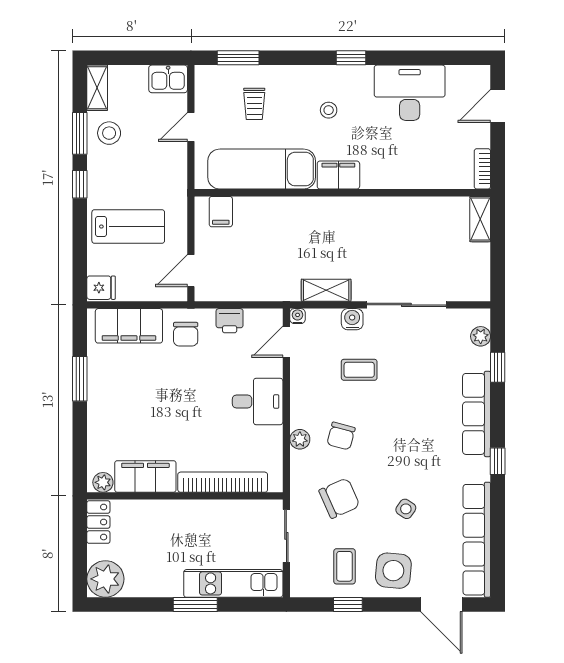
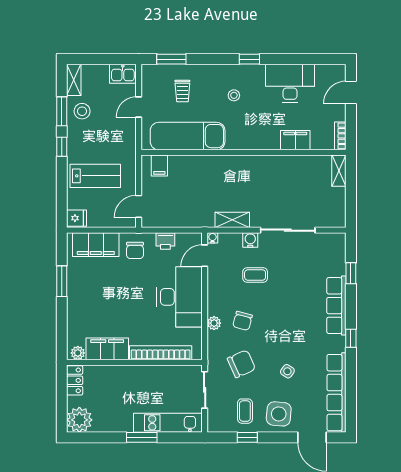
filing cabinet: (338, 175) -> (295, 140), moved
plant: (481, 336) -> (339, 252), removed
desk: (258, 401) -> (180, 297), width x1.87, depth x1.30

